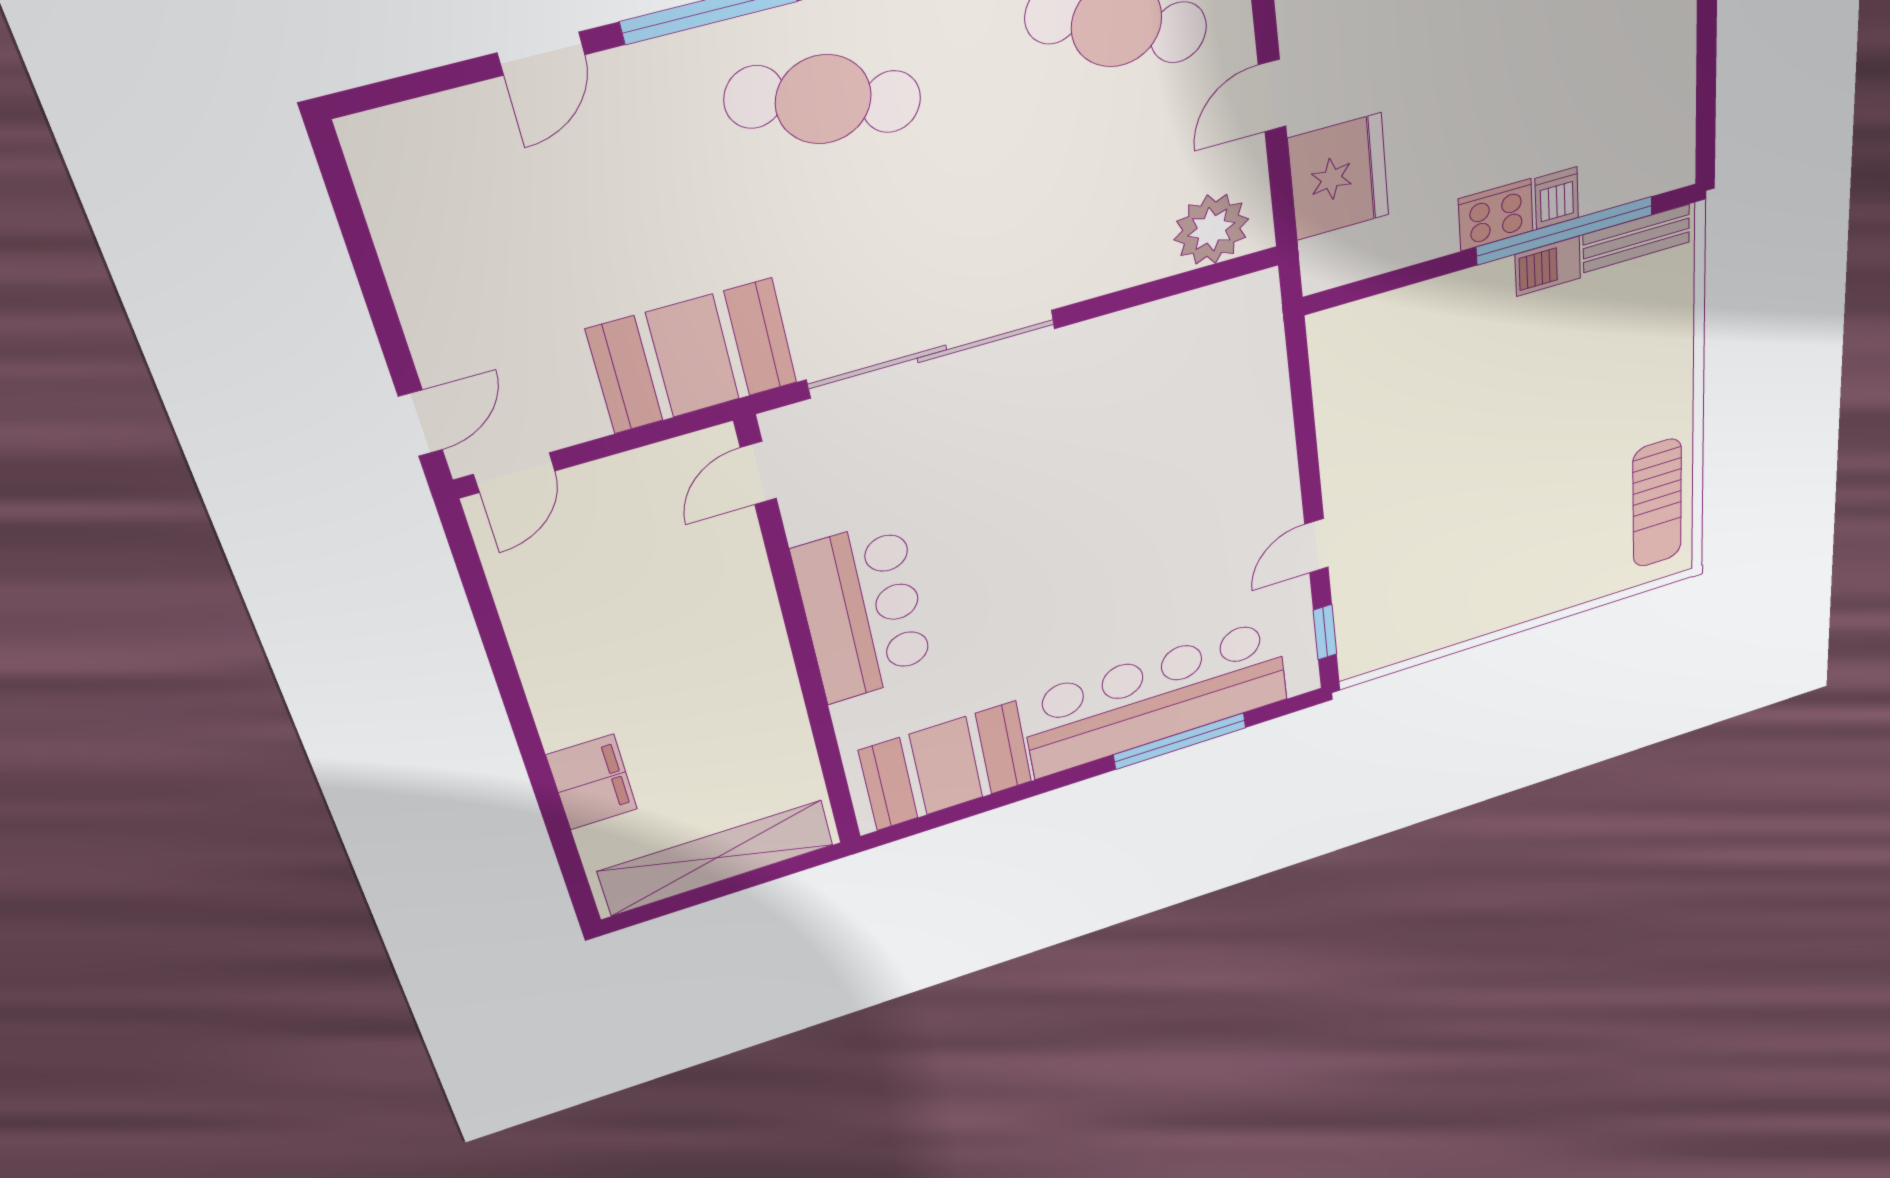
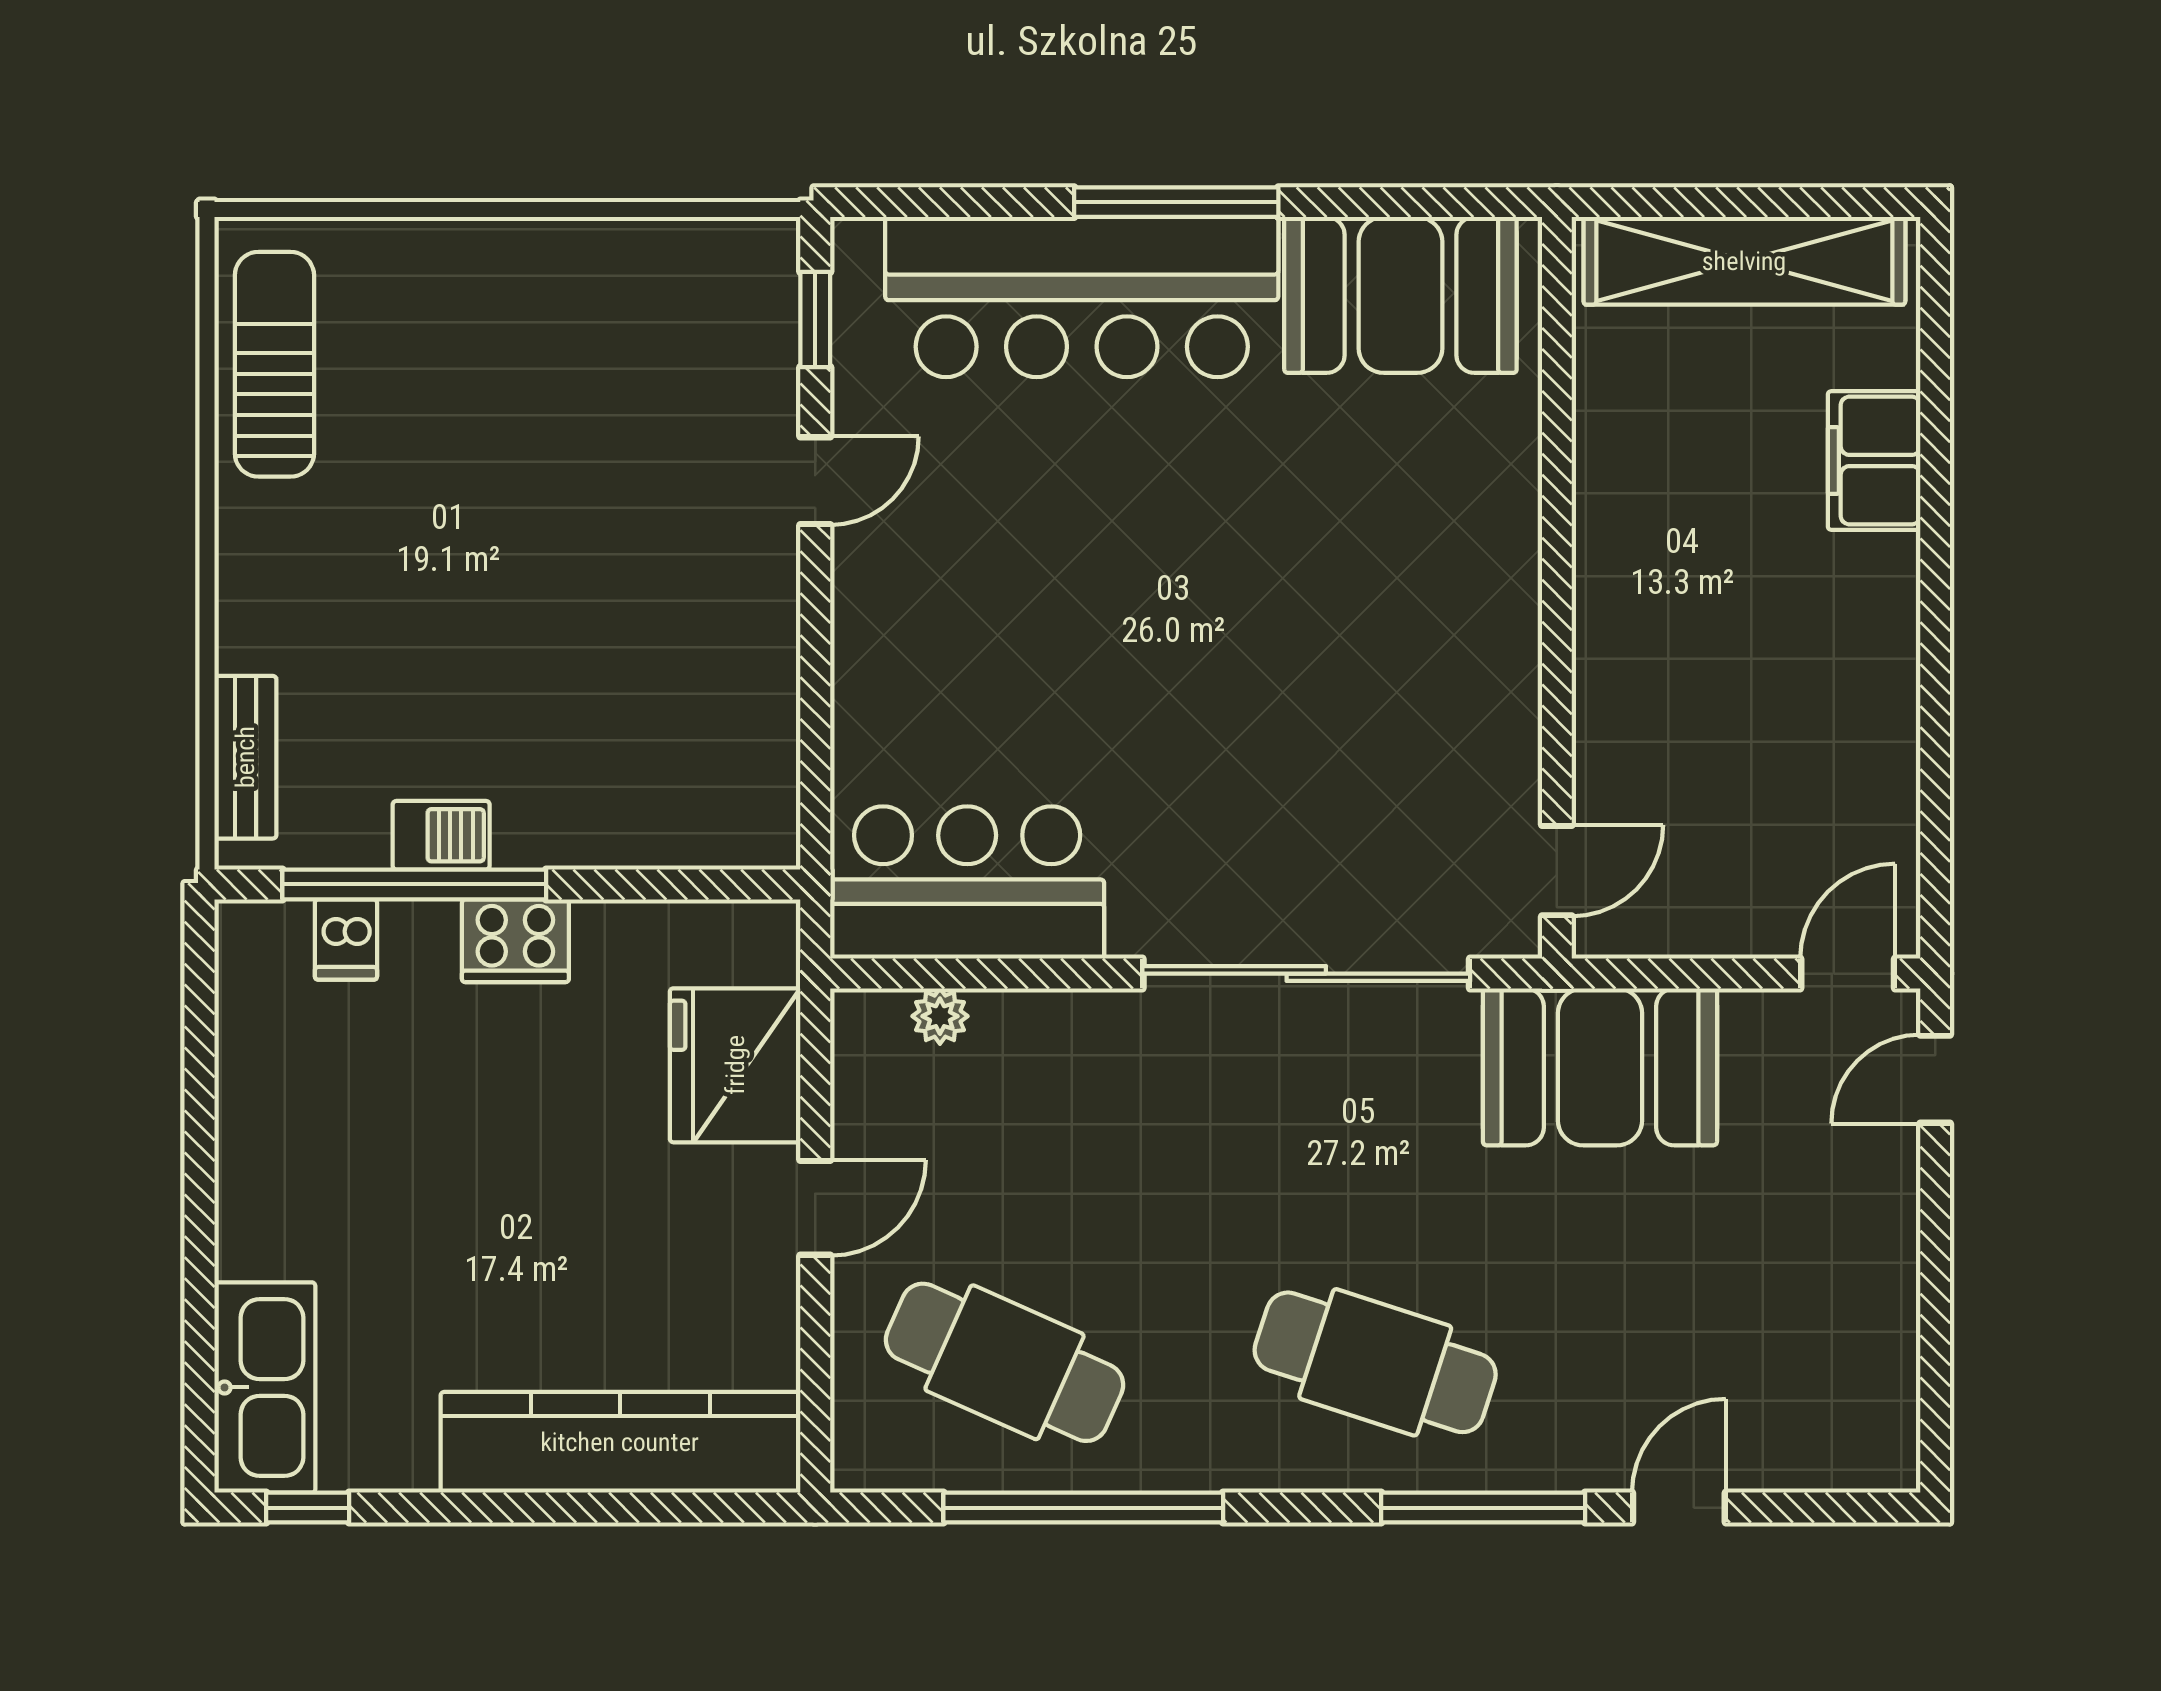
dishwasher: (1557, 198) -> (346, 940), moved
plant: (1211, 229) -> (940, 1016), width x0.53, depth x0.53
bench: (1636, 238) -> (245, 757), moved, turned 90
bar counter: (863, 612) -> (967, 882), moved, turned 90
window: (1180, 741) -> (1176, 202), moved

